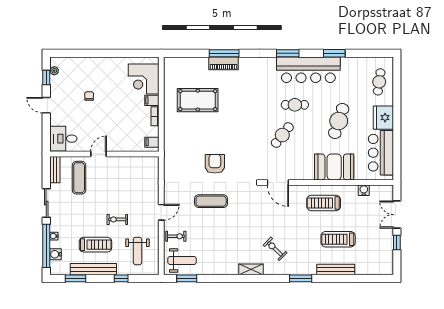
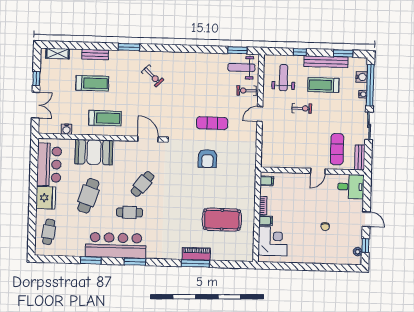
shelving: (251, 269) -> (58, 54), moved
bench: (336, 270) -> (95, 54), width x0.73

